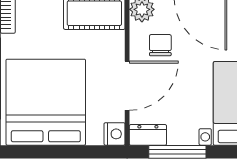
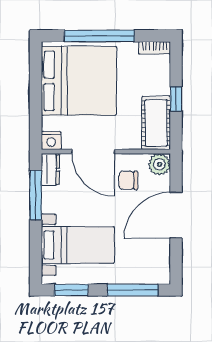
chair: (160, 45) -> (128, 180), turned 180

